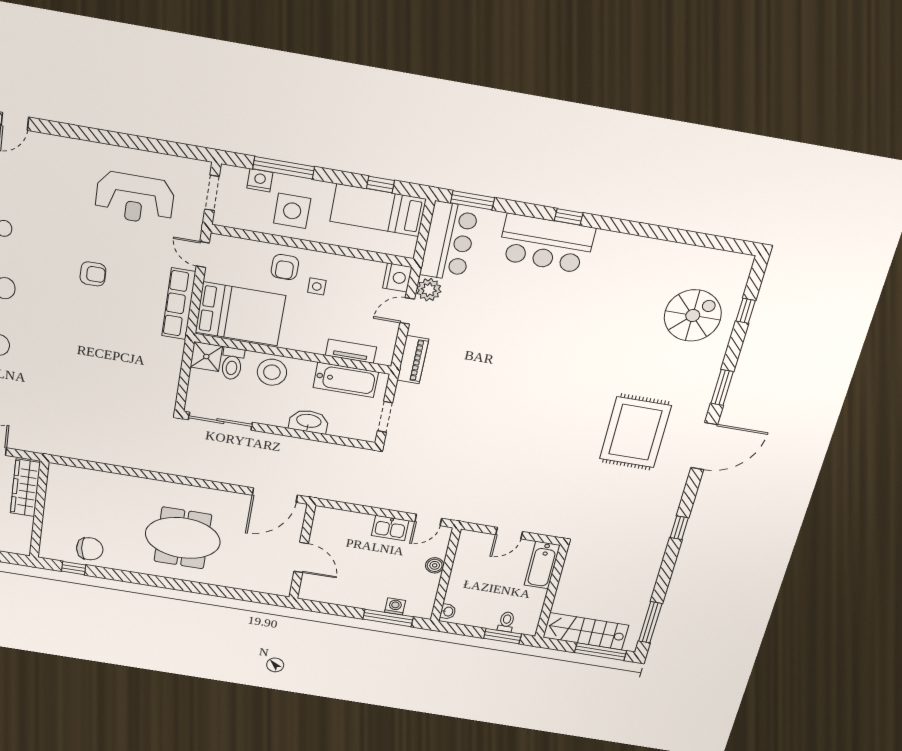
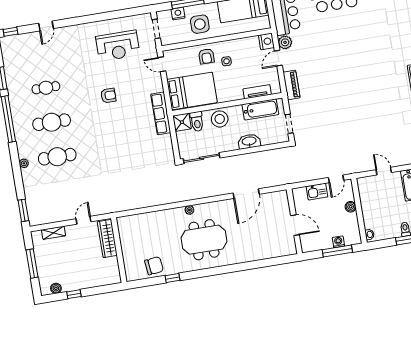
row of seats: (179, 304) -> (161, 113), moved
plant: (174, 489) -> (189, 210), added
door: (509, 533) -> (384, 171), swing flipped
wall: (302, 552) -> (294, 221), moved
door: (301, 557) -> (295, 225), moved
window: (74, 568) -> (172, 278), moved

